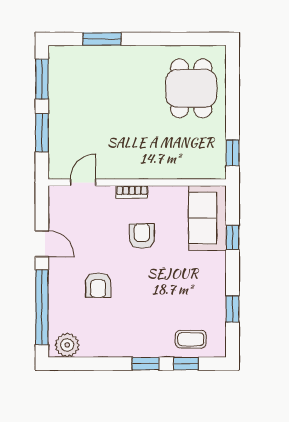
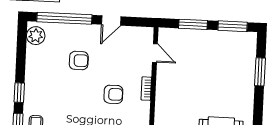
armchair: (98, 285) -> (79, 61), turned 180

